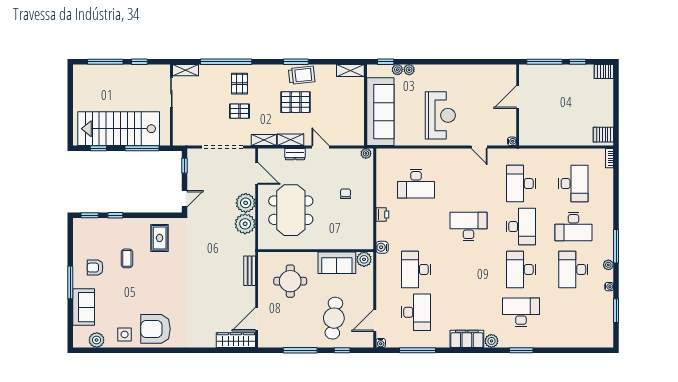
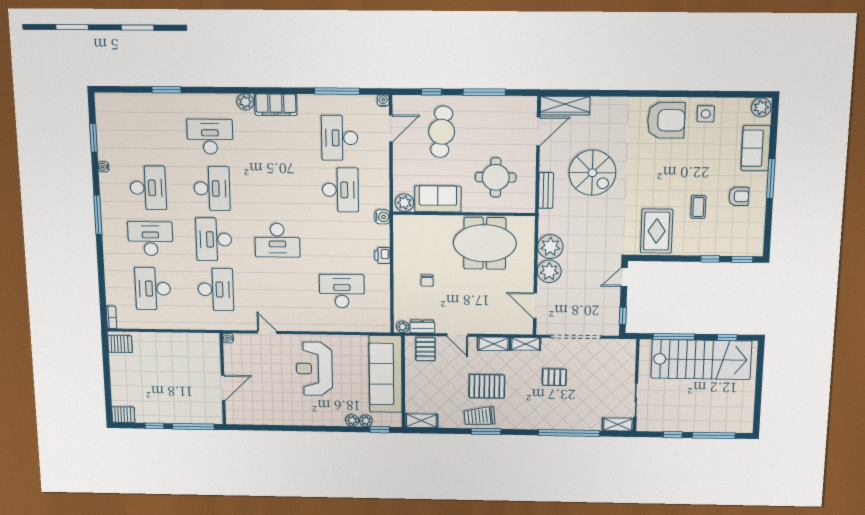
pallet: (239, 84) -> (425, 349), moved
dresser: (295, 154) -> (422, 326), moved
meeting table: (291, 210) -> (485, 243), moved, turned 90
rug: (160, 238) -> (657, 231), width x1.36, depth x1.43
plant: (608, 265) -> (106, 193), removed
spiral stairs: (213, 286) -> (592, 173), added
desk: (521, 312) -> (210, 137), turned 180
plant: (97, 340) -> (761, 107), moved
window: (521, 350) -> (166, 90), moved

